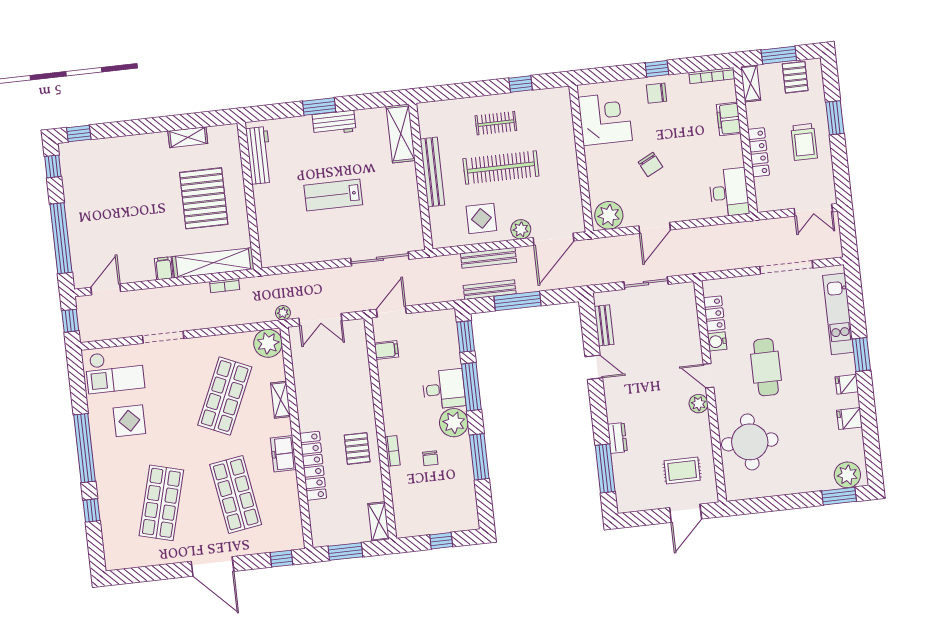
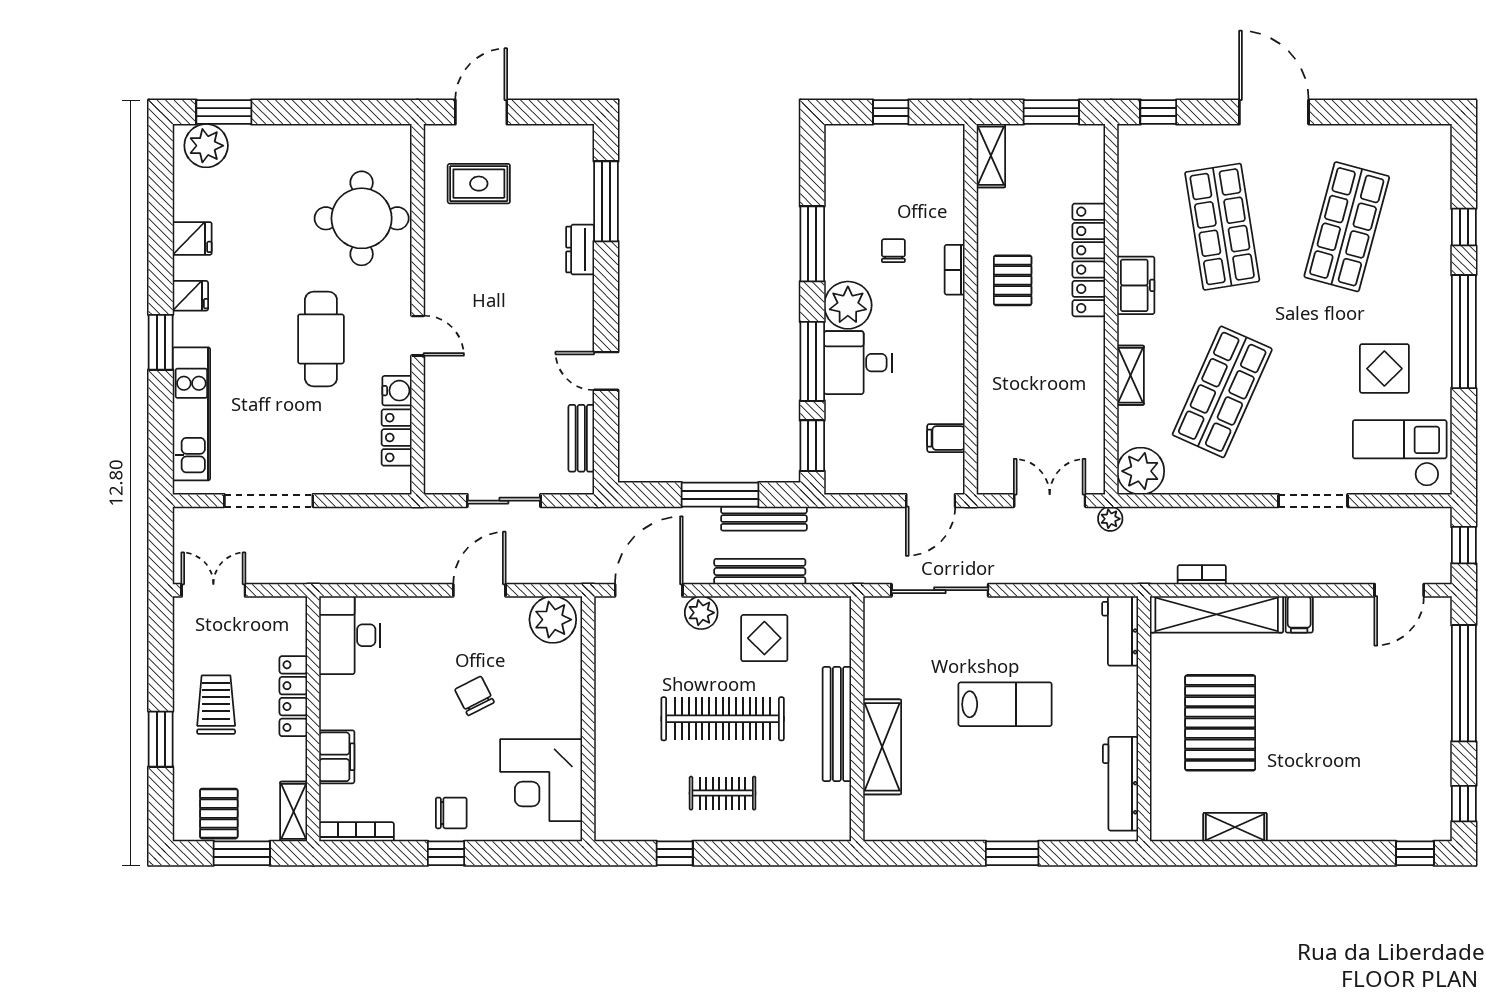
workbench: (334, 123) -> (1120, 631), moved, turned -90
shelving: (401, 133) -> (882, 747), moved
plant: (699, 404) -> (439, 291), removed

